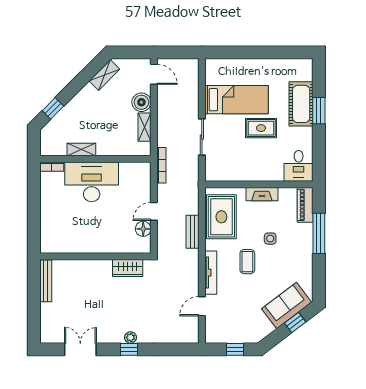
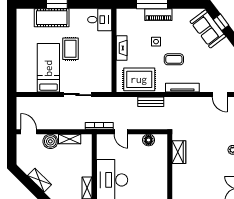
door: (154, 74) -> (29, 132), hinge flipped
shelving: (104, 75) -> (39, 180), moved
piano: (305, 205) -> (158, 15), moved
door: (154, 211) -> (121, 132), moved
door: (202, 306) -> (220, 95), moved

